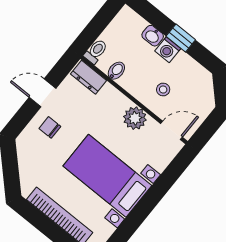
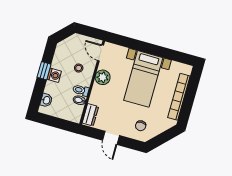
washbasin: (153, 36) -> (46, 100), moved
toilet: (96, 51) -> (81, 90), moved
chair: (50, 127) -> (141, 126), moved

